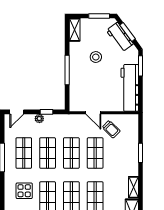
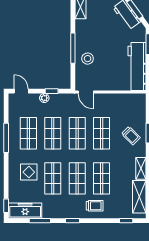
stool: (96, 57) -> (88, 59), moved
door: (17, 112) -> (21, 91), swing flipped
door: (93, 113) -> (86, 92), moved
trolley: (111, 129) -> (131, 136), moved

